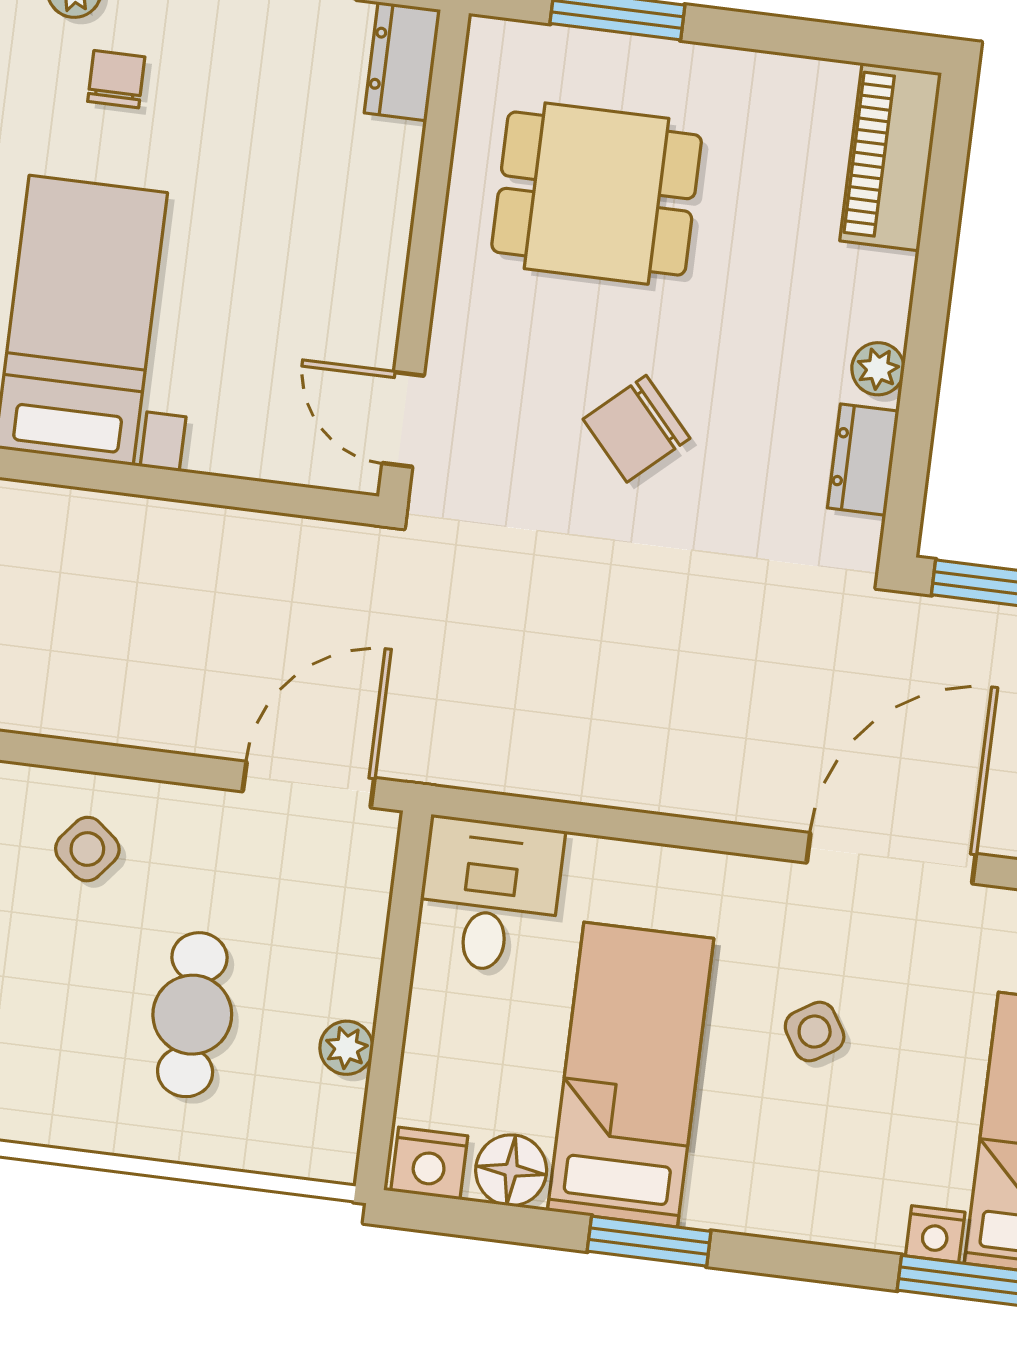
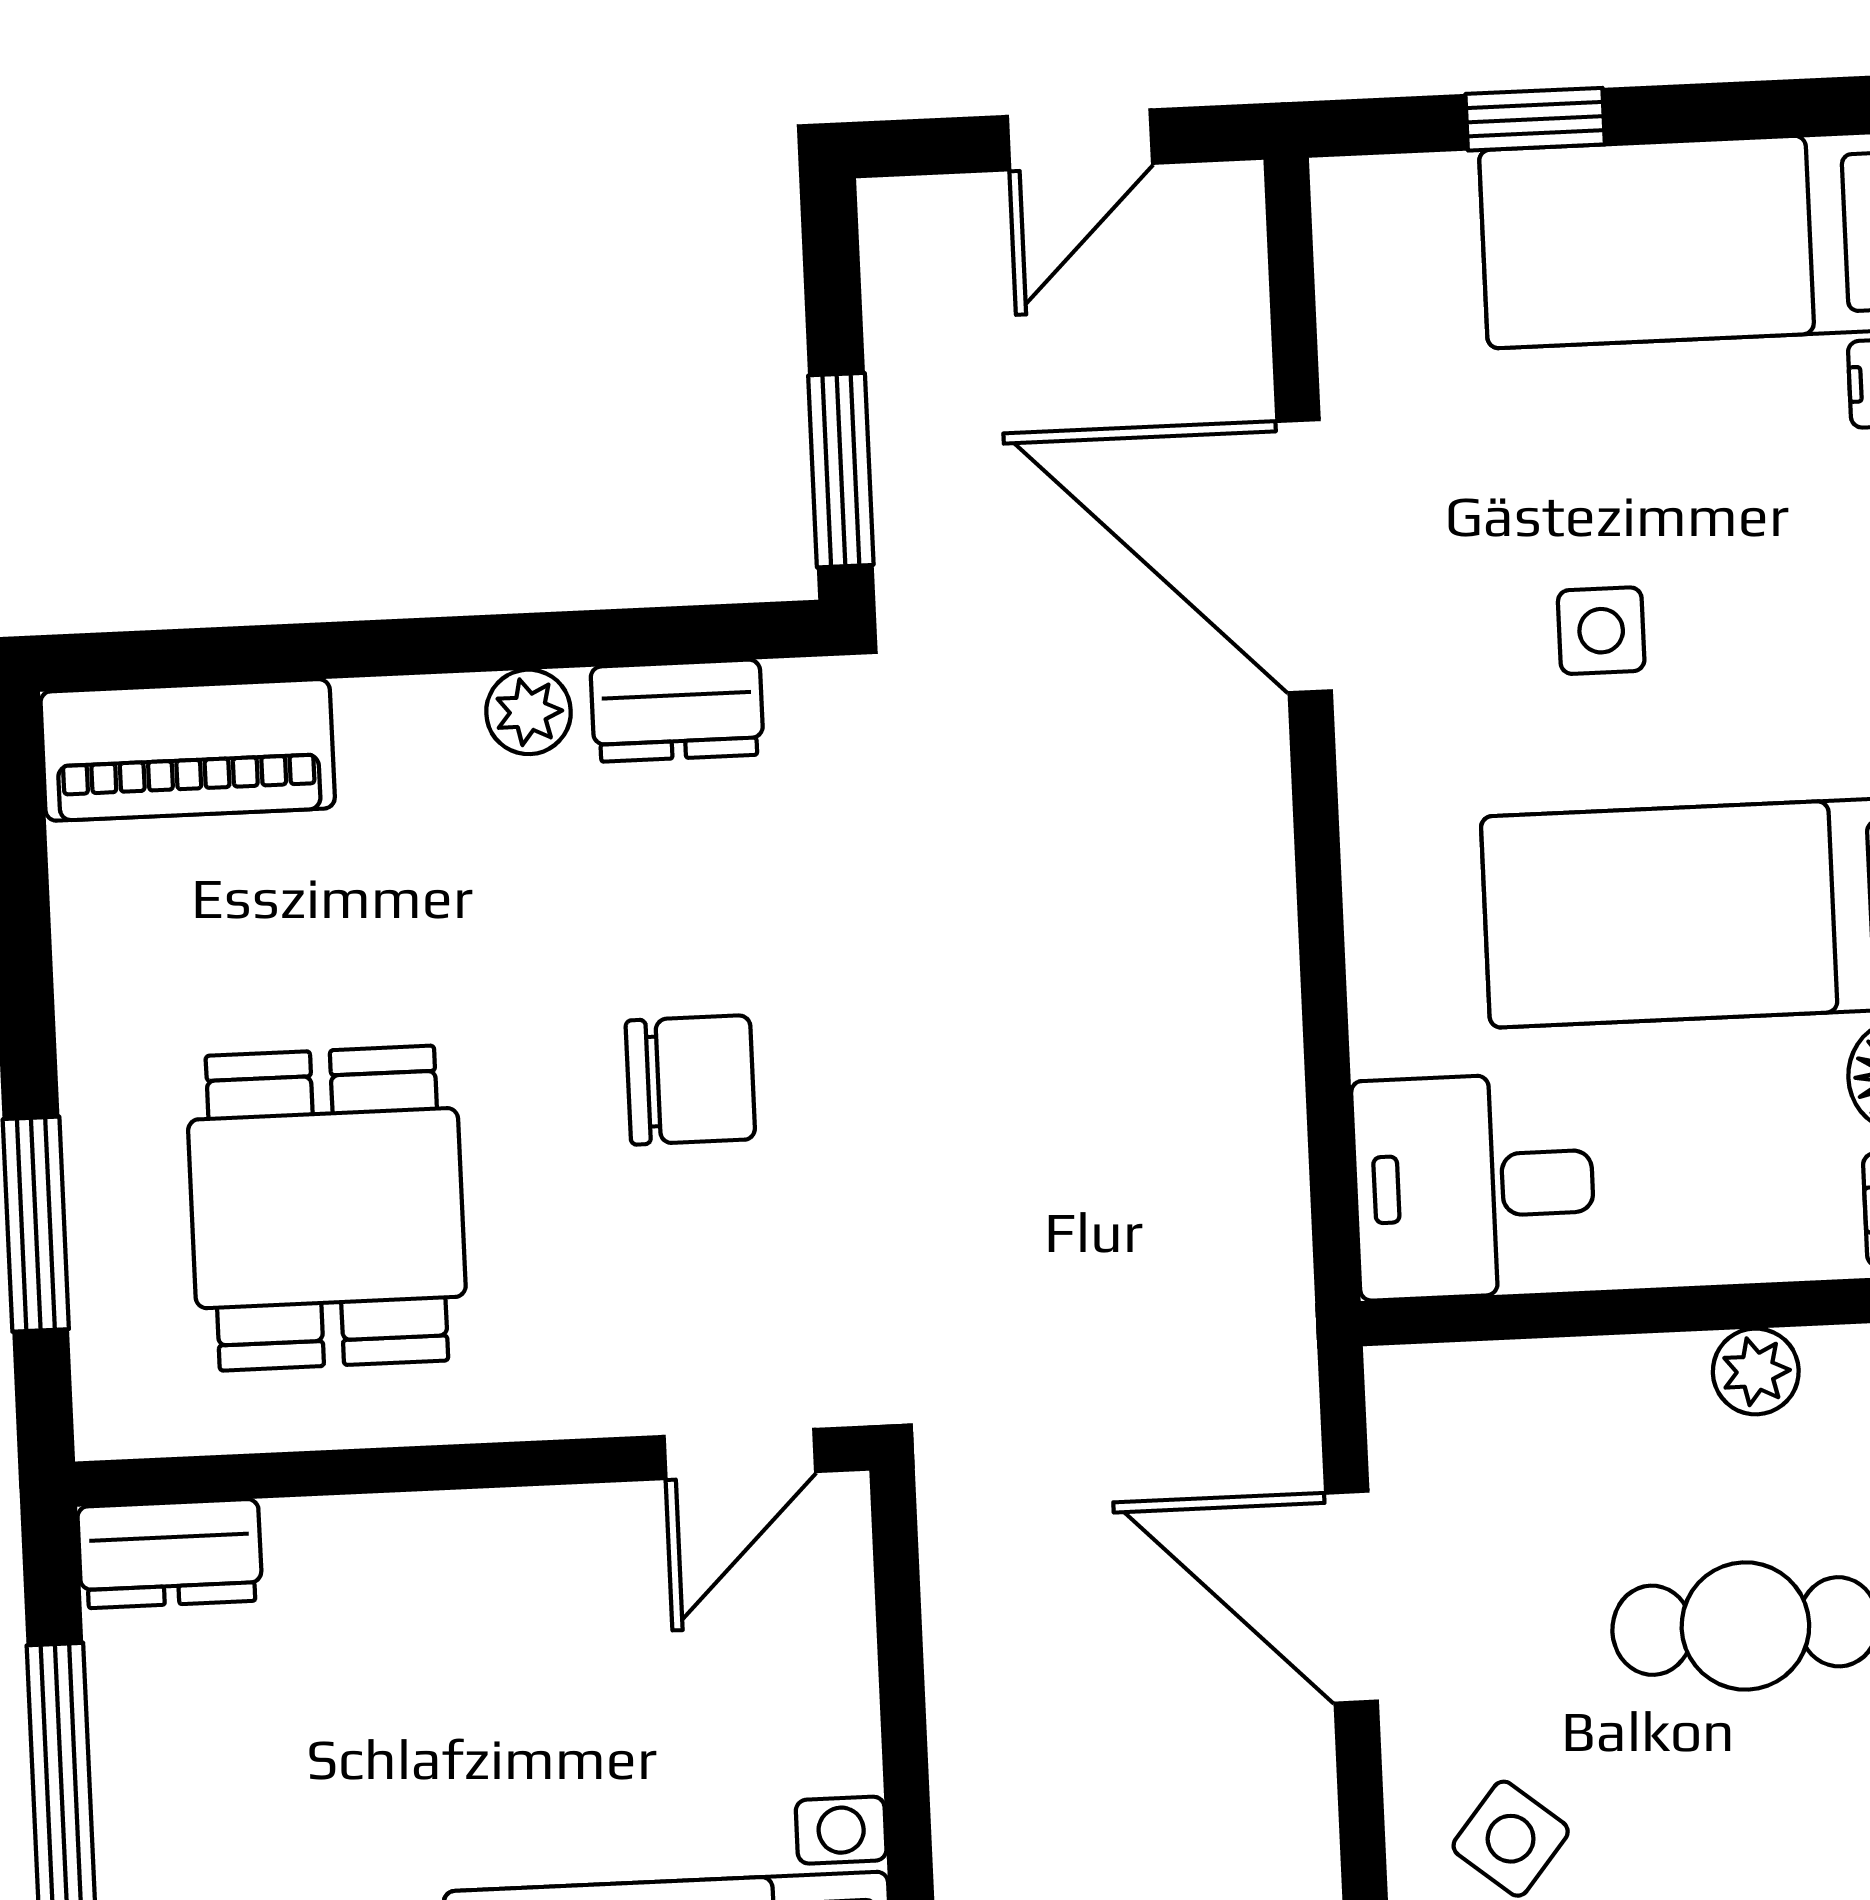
chair: (636, 429) -> (690, 1080), turned -48
door: (309, 785) -> (1351, 1597), moved
side table: (815, 1032) -> (1601, 631), turned 32

